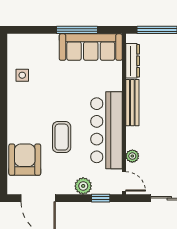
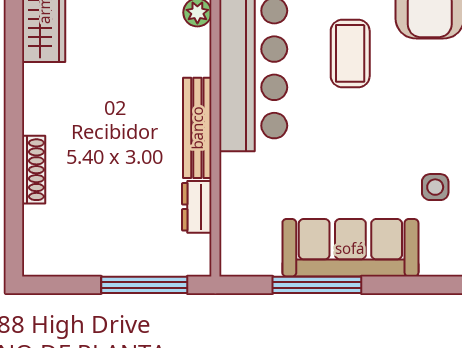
sofa: (91, 47) -> (350, 248), moved
dresser: (133, 61) -> (197, 207), width x0.70

